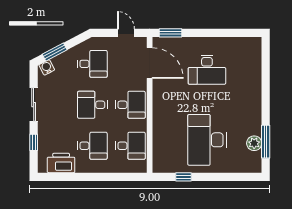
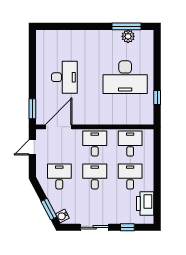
desk: (92, 105) -> (95, 176), turned 180

